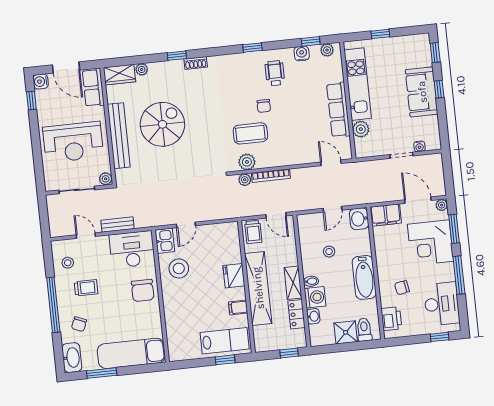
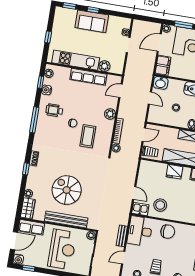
window: (252, 48) -> (34, 120), width x2.17
plant: (247, 162) -> (110, 114), moved

